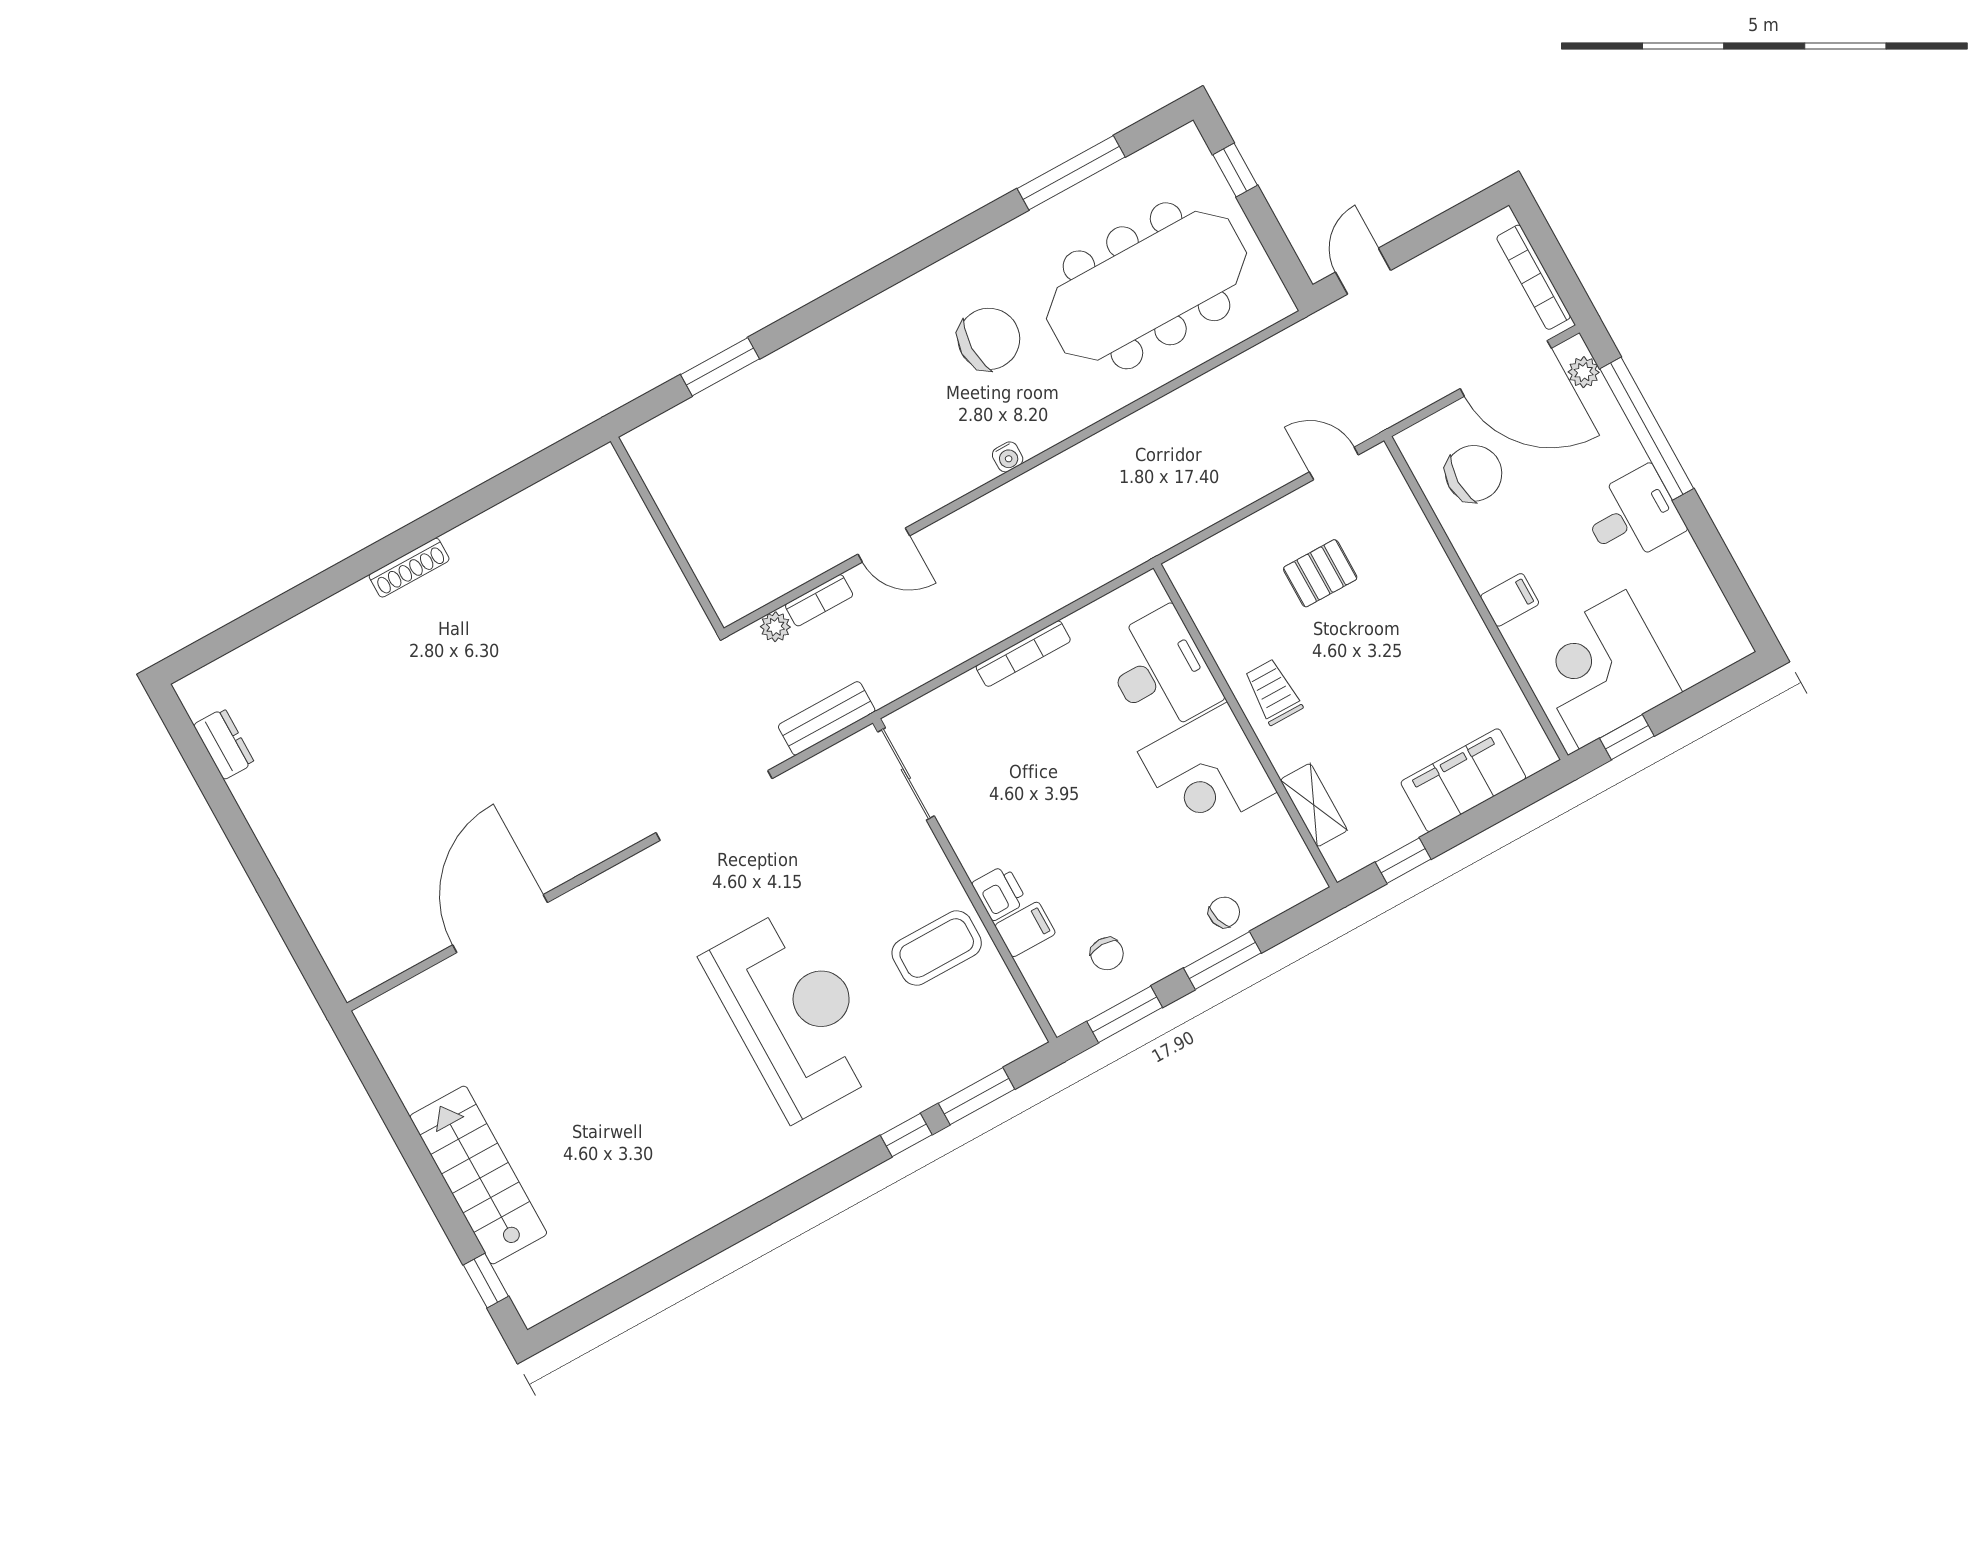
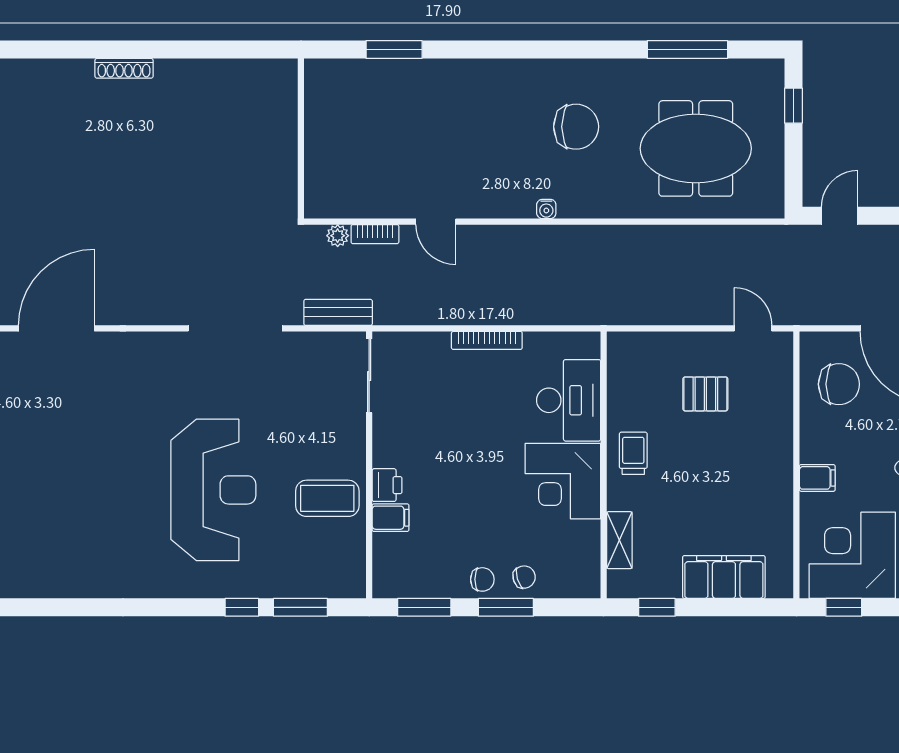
meeting table: (1146, 286) -> (696, 148), width x0.73
chair: (1107, 954) -> (482, 579), moved, turned -90

